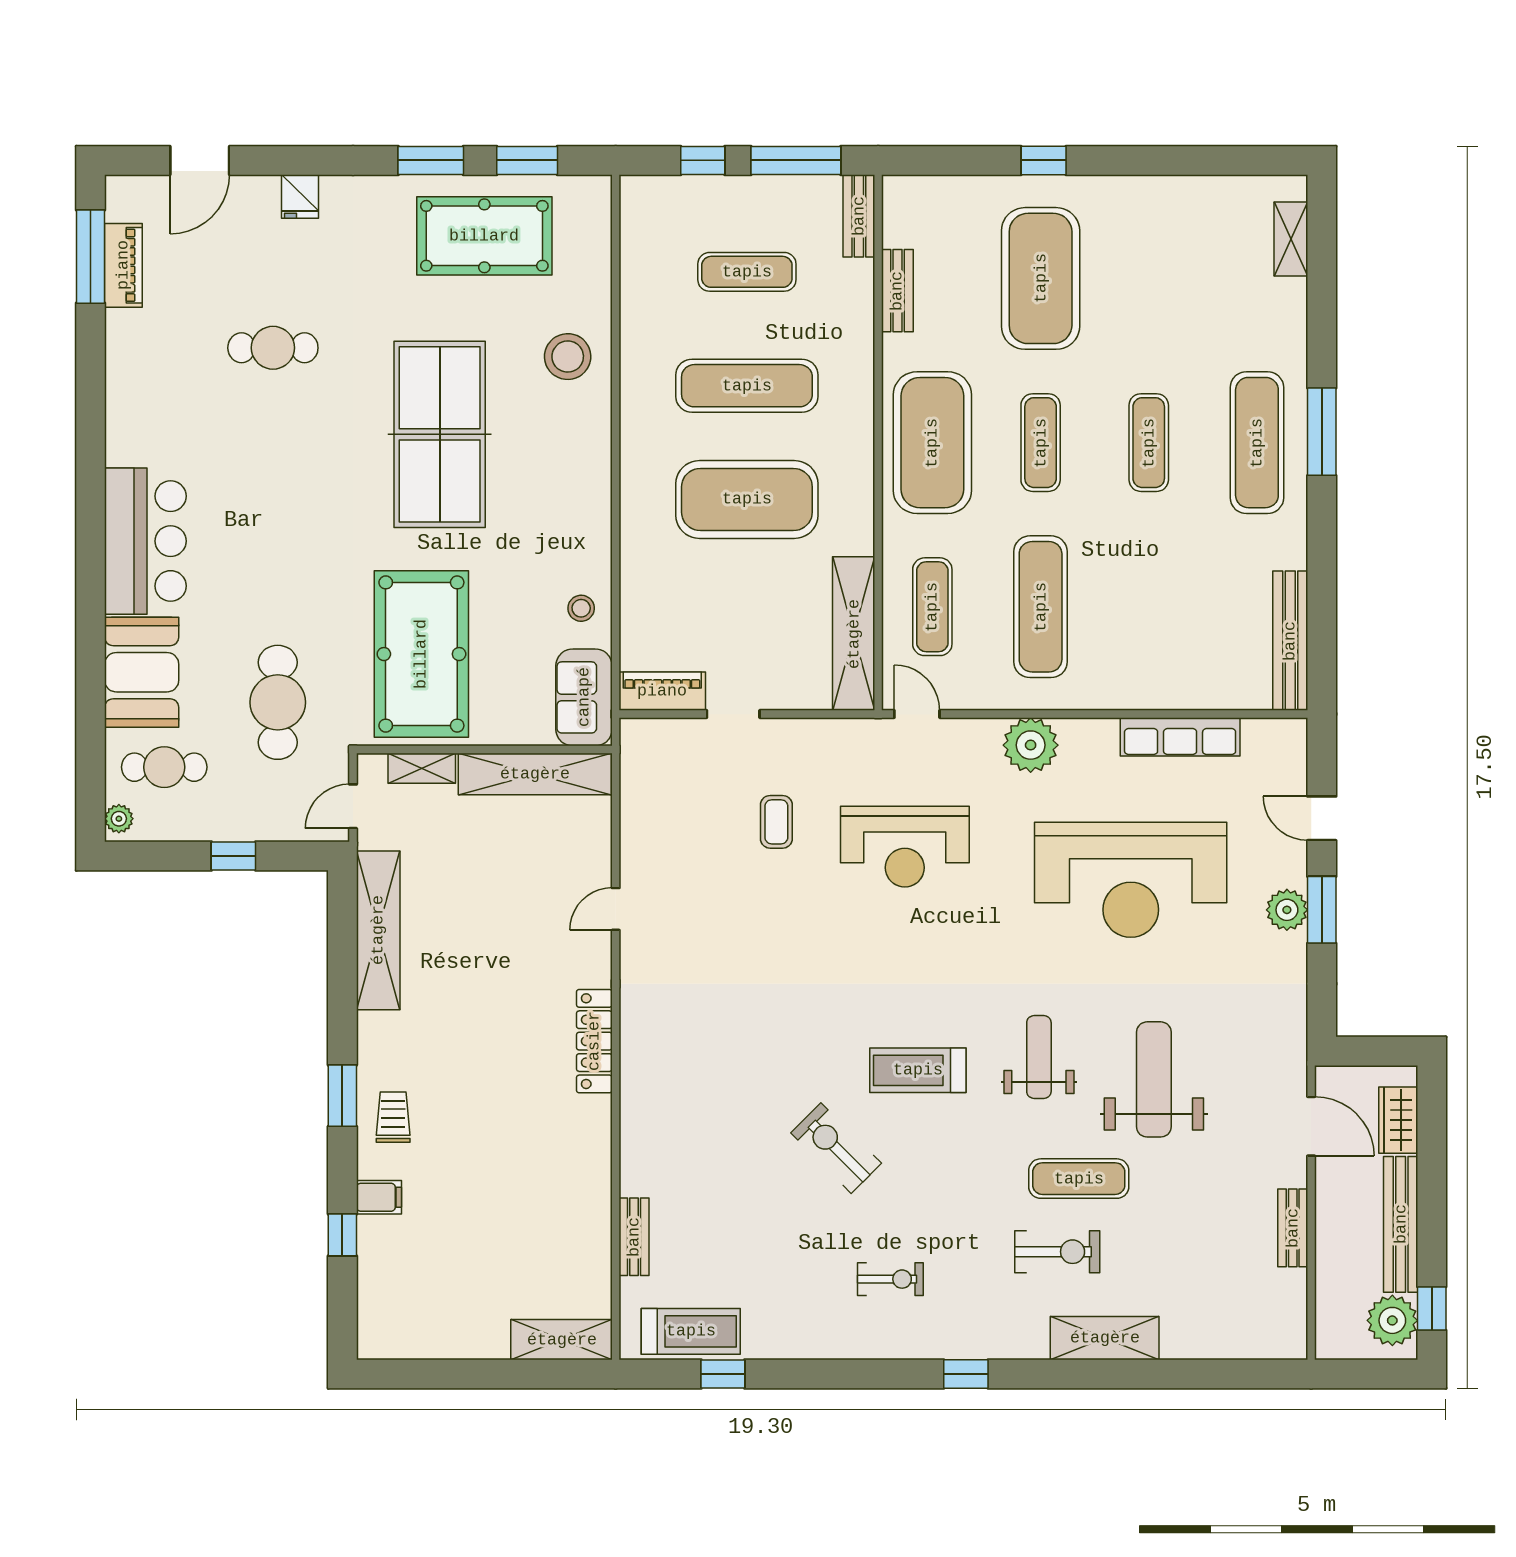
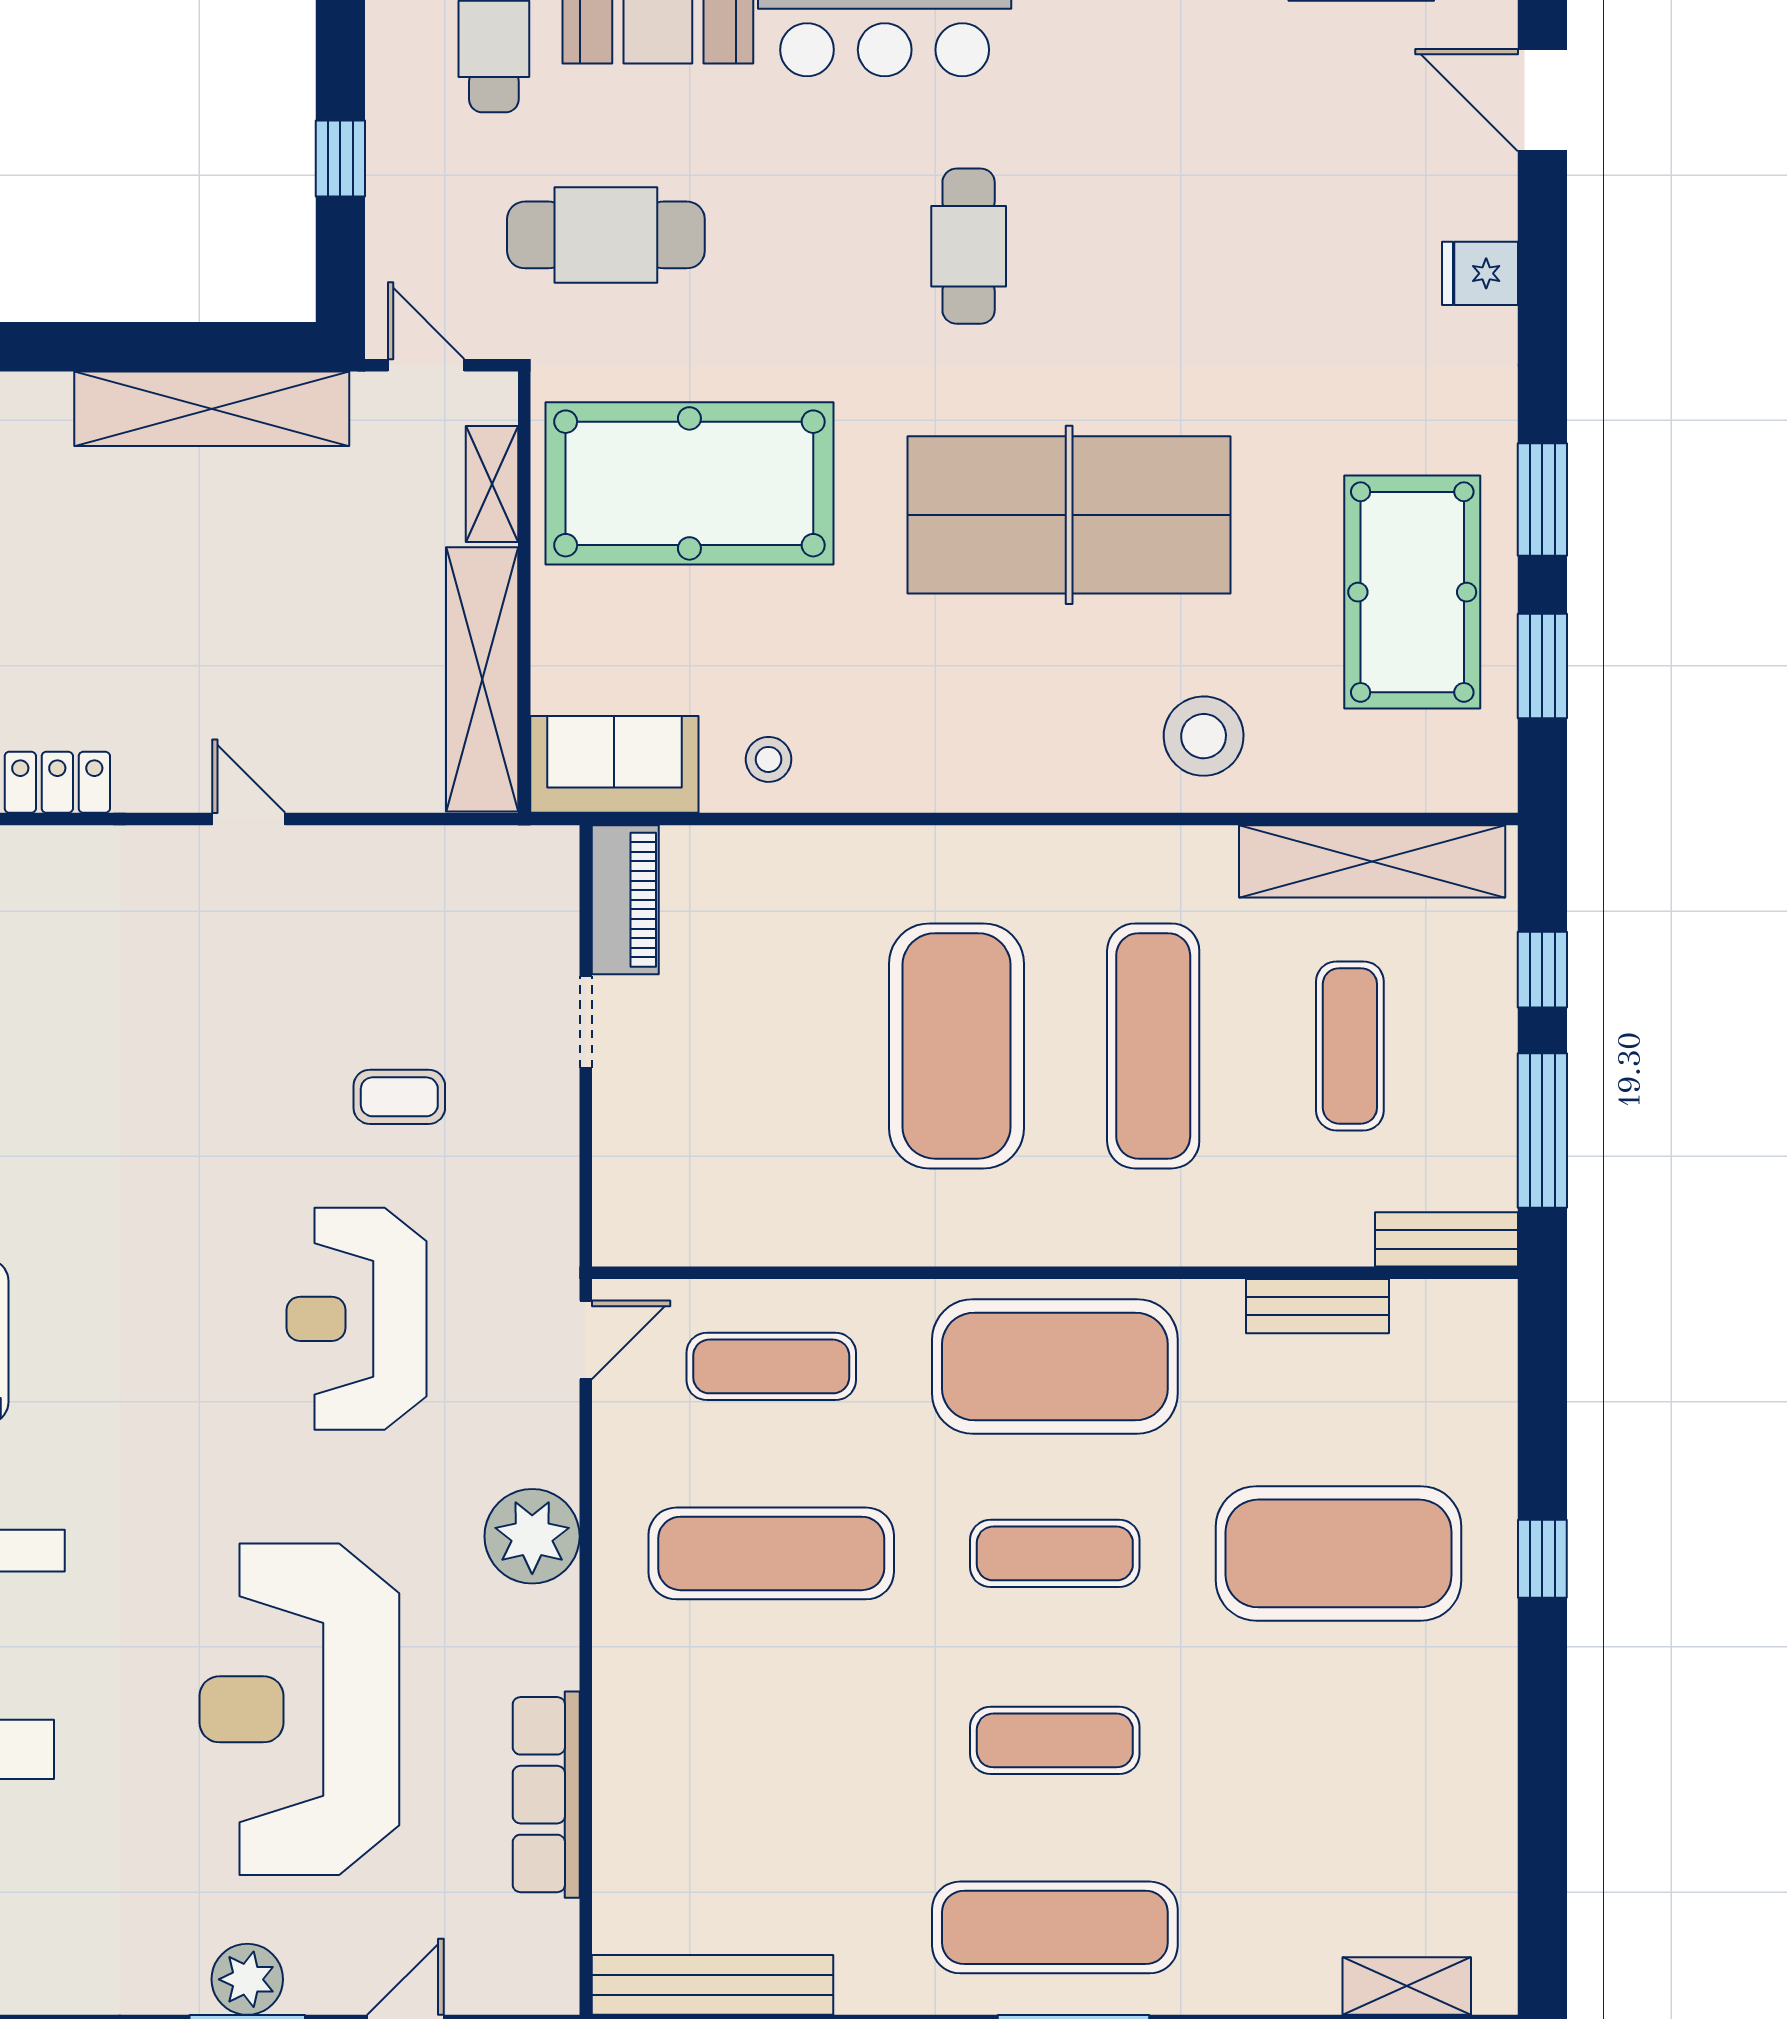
cafe table: (273, 348) -> (969, 246), moved
shelving: (854, 634) -> (1372, 861), moved

